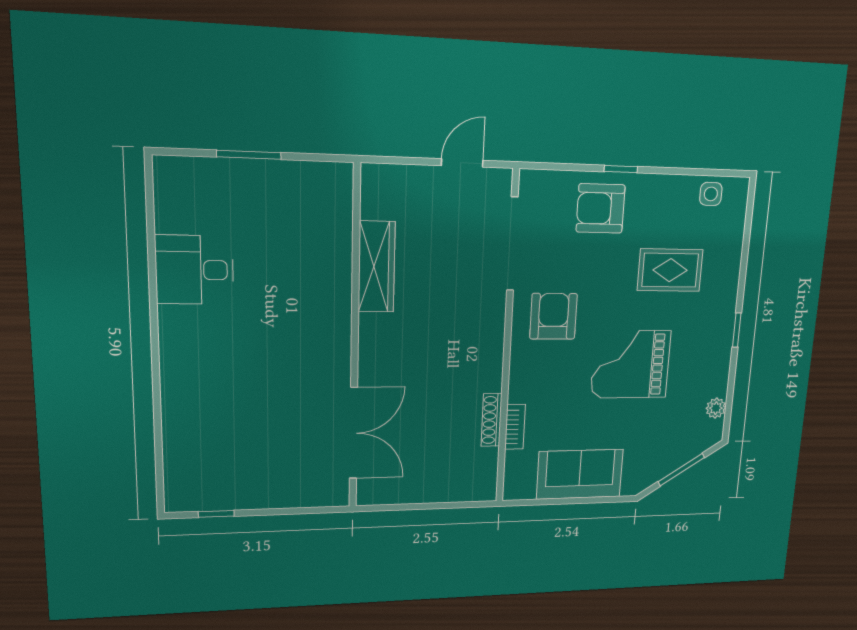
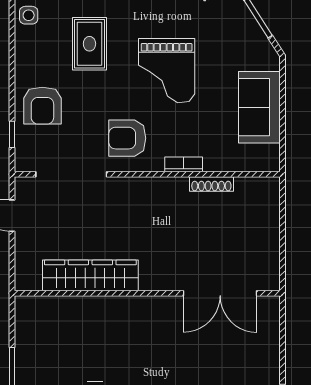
window: (621, 169) -> (12, 134), moved
wardrobe: (377, 267) -> (90, 275), width x1.40, depth x1.17
bookcase: (515, 427) -> (184, 164), moved
double door: (354, 433) -> (220, 293), swing flipped

